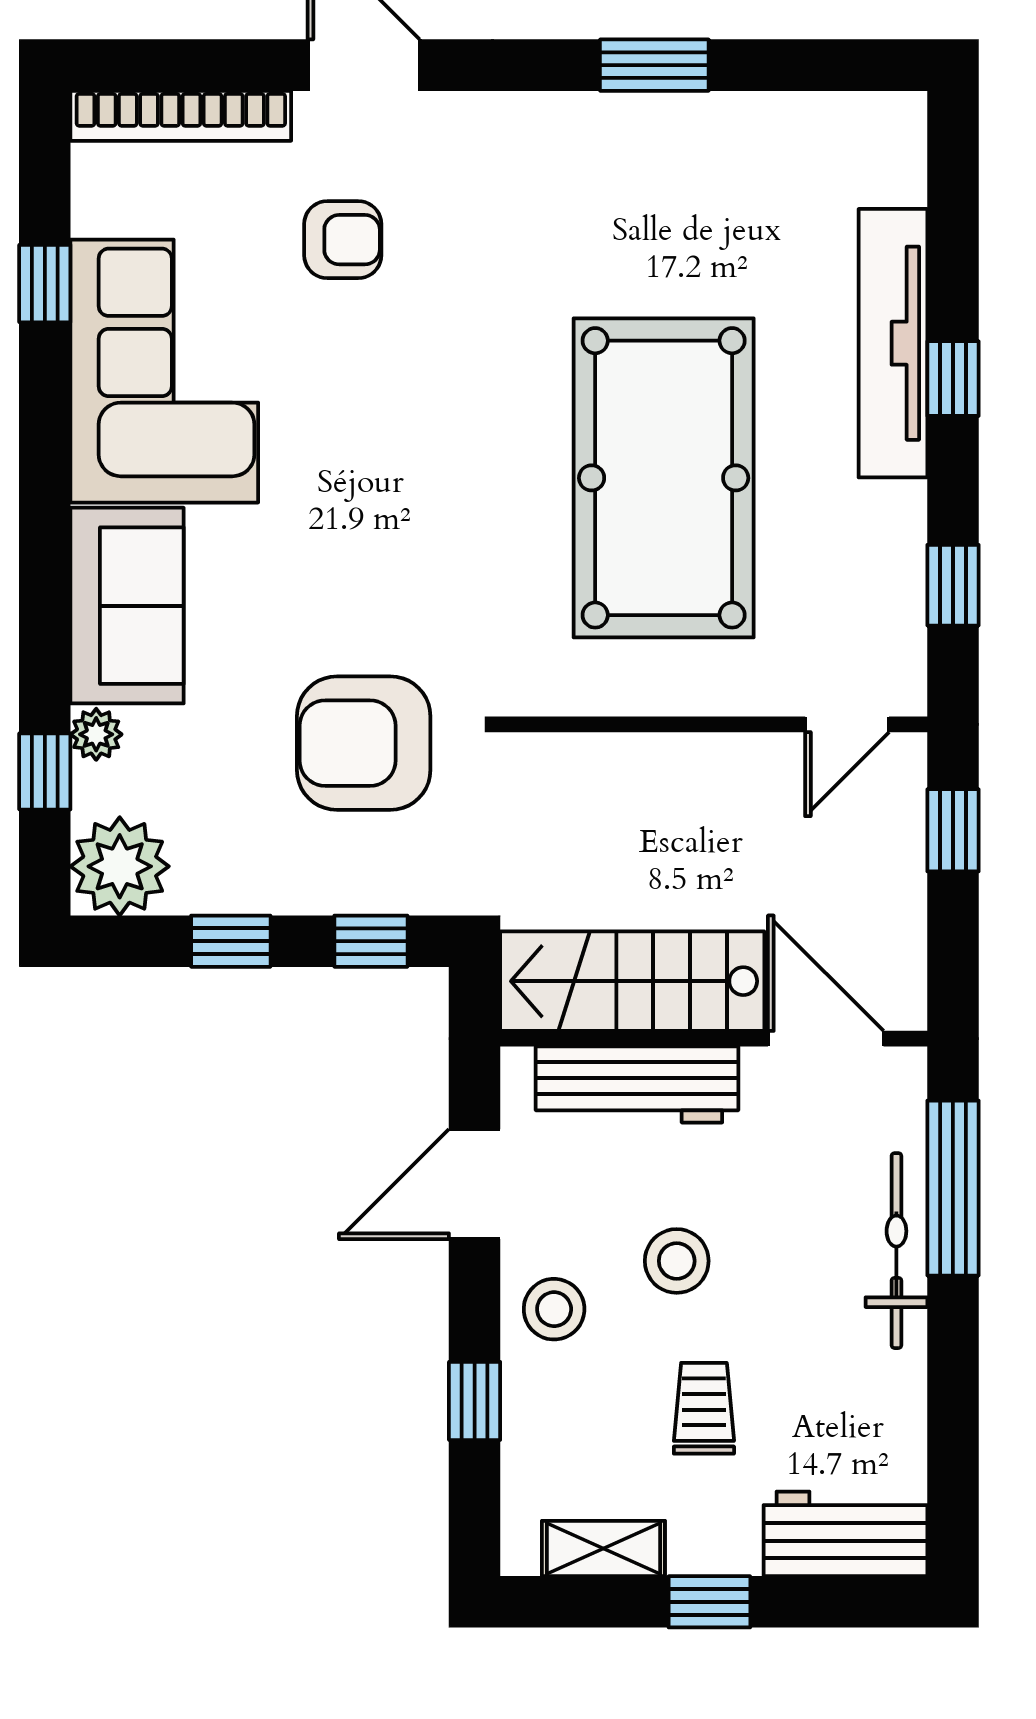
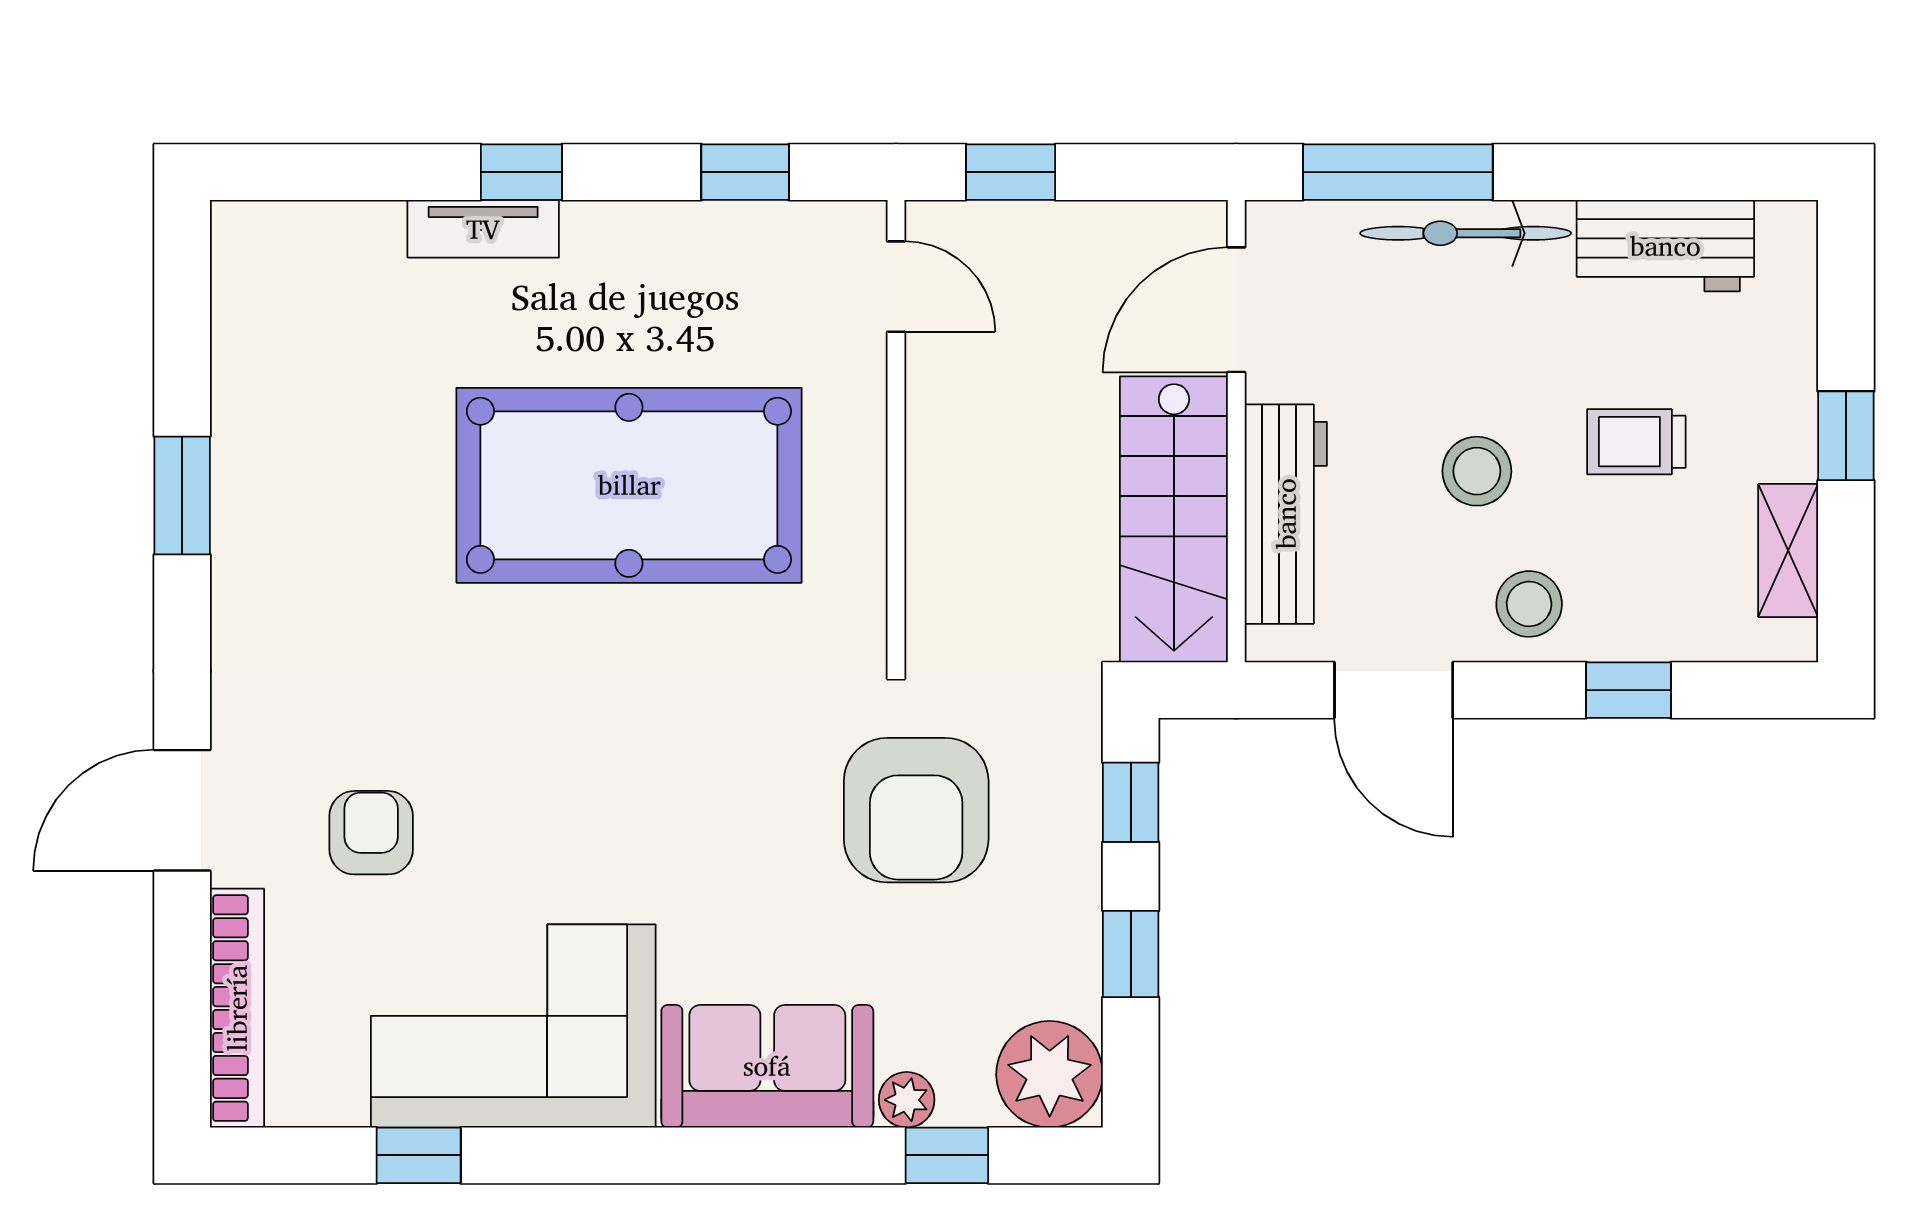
tv unit: (893, 343) -> (483, 229), width x0.52, depth x0.78
workbench: (845, 1534) -> (1665, 246), moved, turned -90

